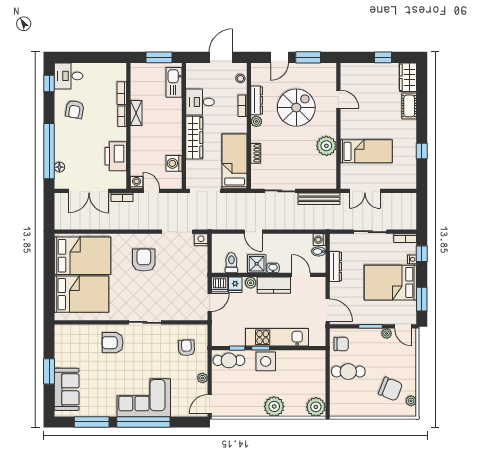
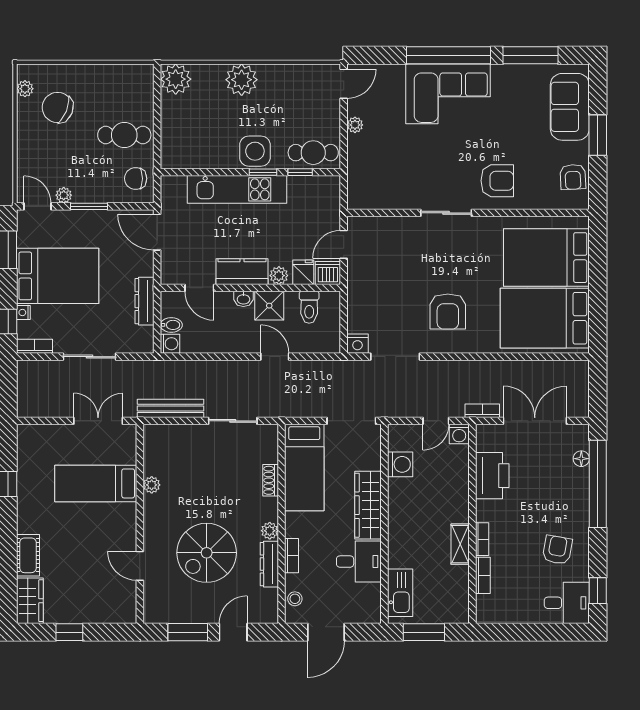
plant: (326, 146) -> (152, 485), width x0.53, depth x0.53
door: (151, 191) -> (436, 421), hinge flipped
armchair: (186, 348) -> (573, 177), moved

